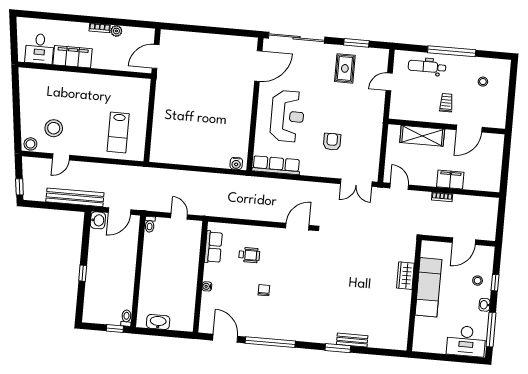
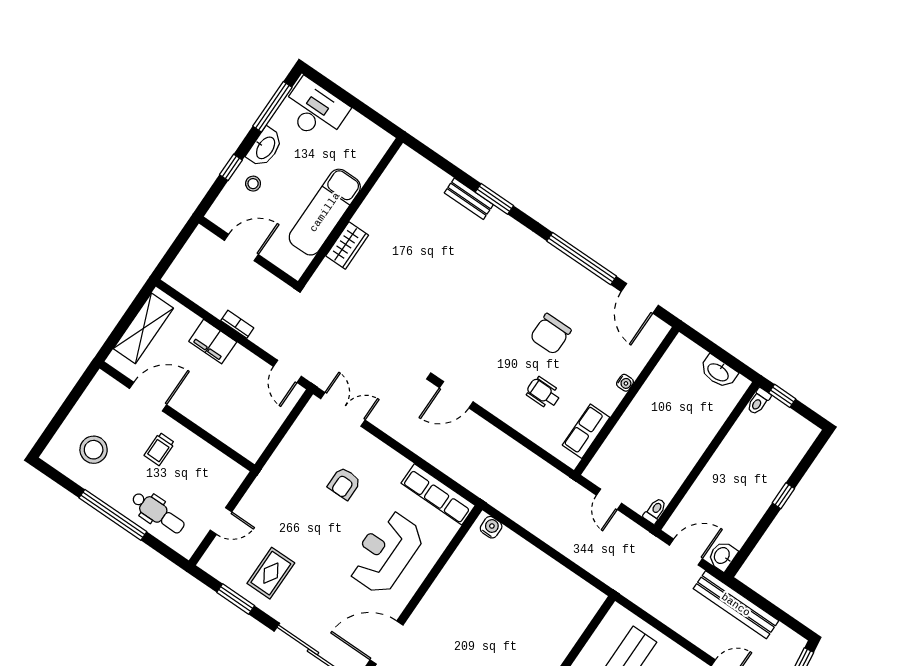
stool: (483, 82) -> (94, 450), width x1.89, depth x1.89
shelving: (422, 136) -> (143, 328), moved, turned 90
chair: (264, 290) -> (551, 334), width x1.87, depth x1.87
washbasin: (485, 305) -> (265, 147), width x1.91, depth x1.45

